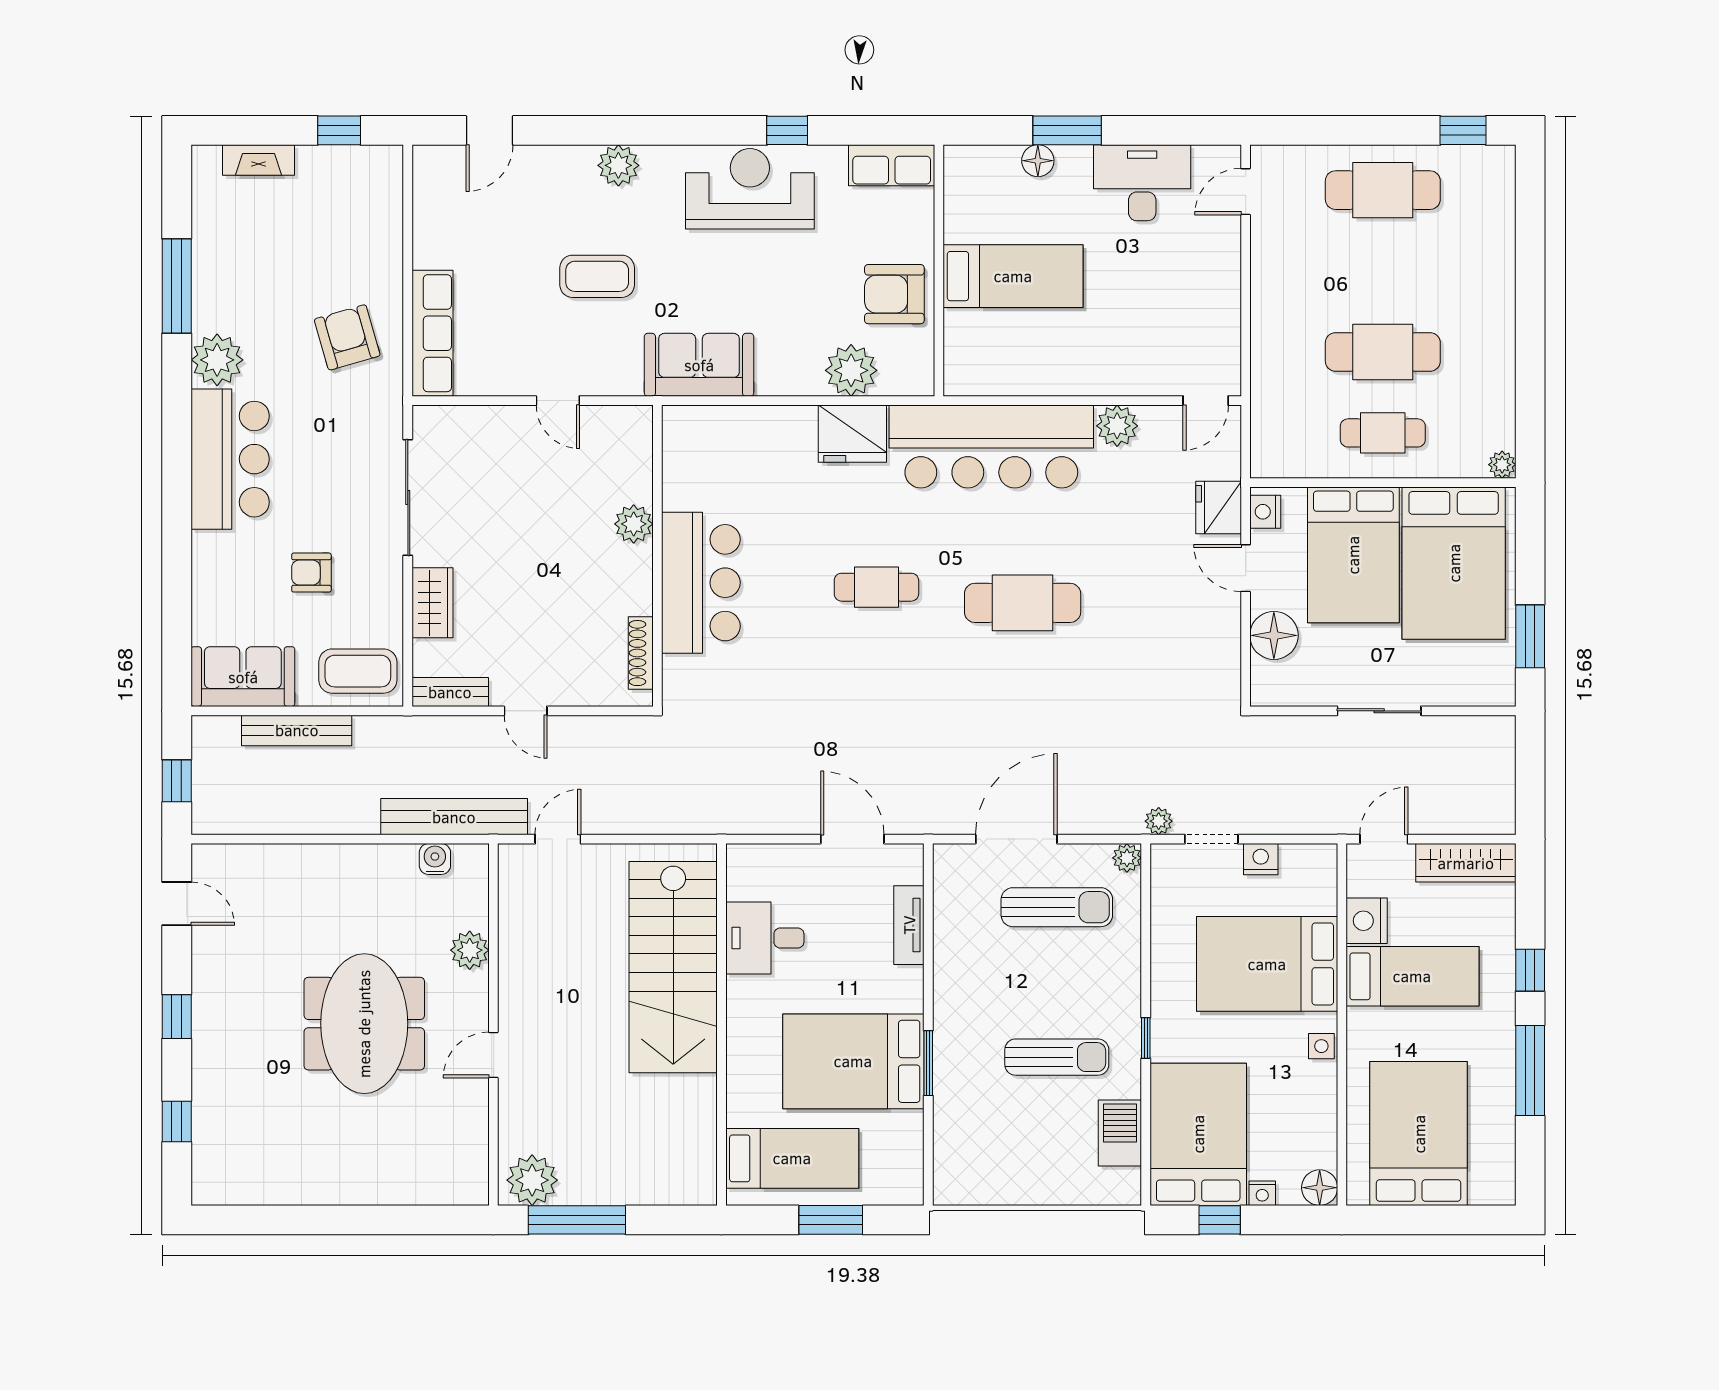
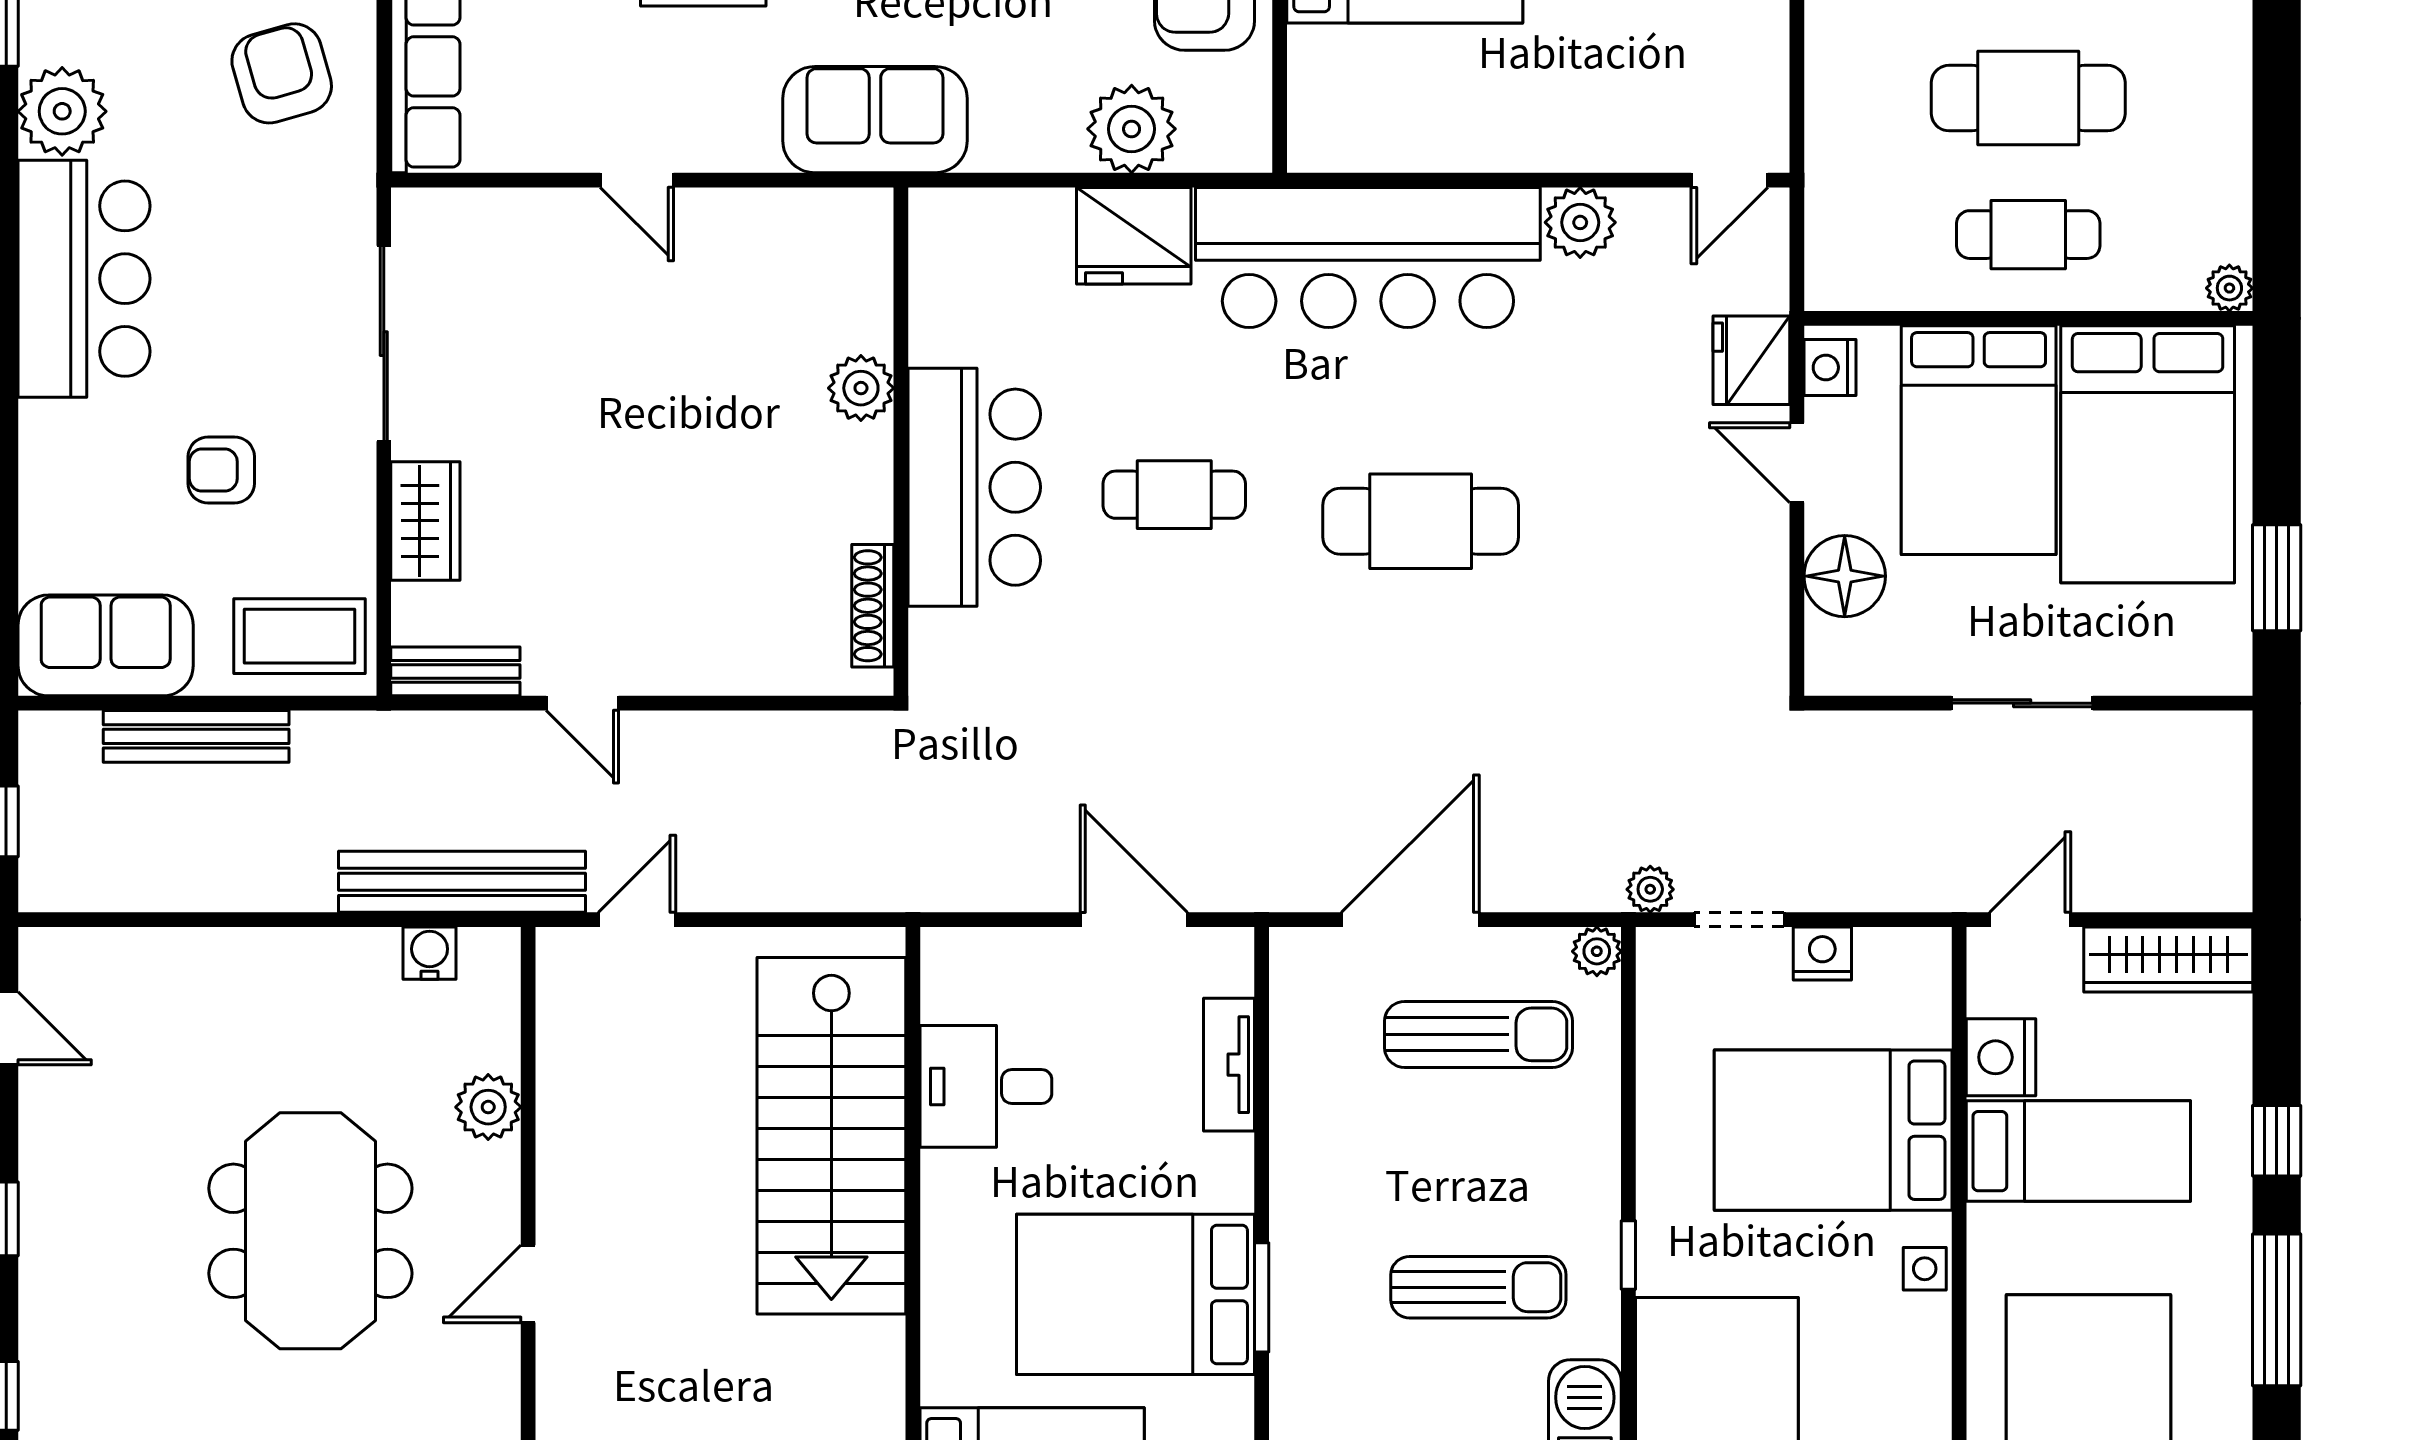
plant: (634, 524) -> (861, 388), moved
wall: (657, 556) -> (901, 442), moved
bar counter: (701, 583) -> (974, 487), moved
shoe rack: (641, 653) -> (873, 606), moved

